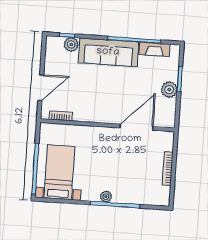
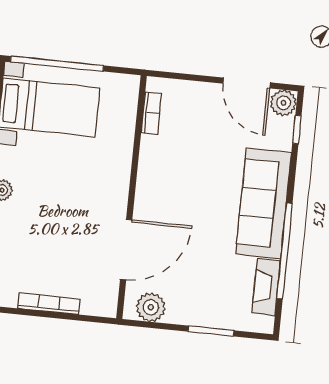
plant: (71, 44) -> (283, 103), moved
door: (41, 88) -> (247, 83), moved
plant: (169, 90) -> (151, 307), moved
door: (136, 127) -> (126, 250), hinge flipped

